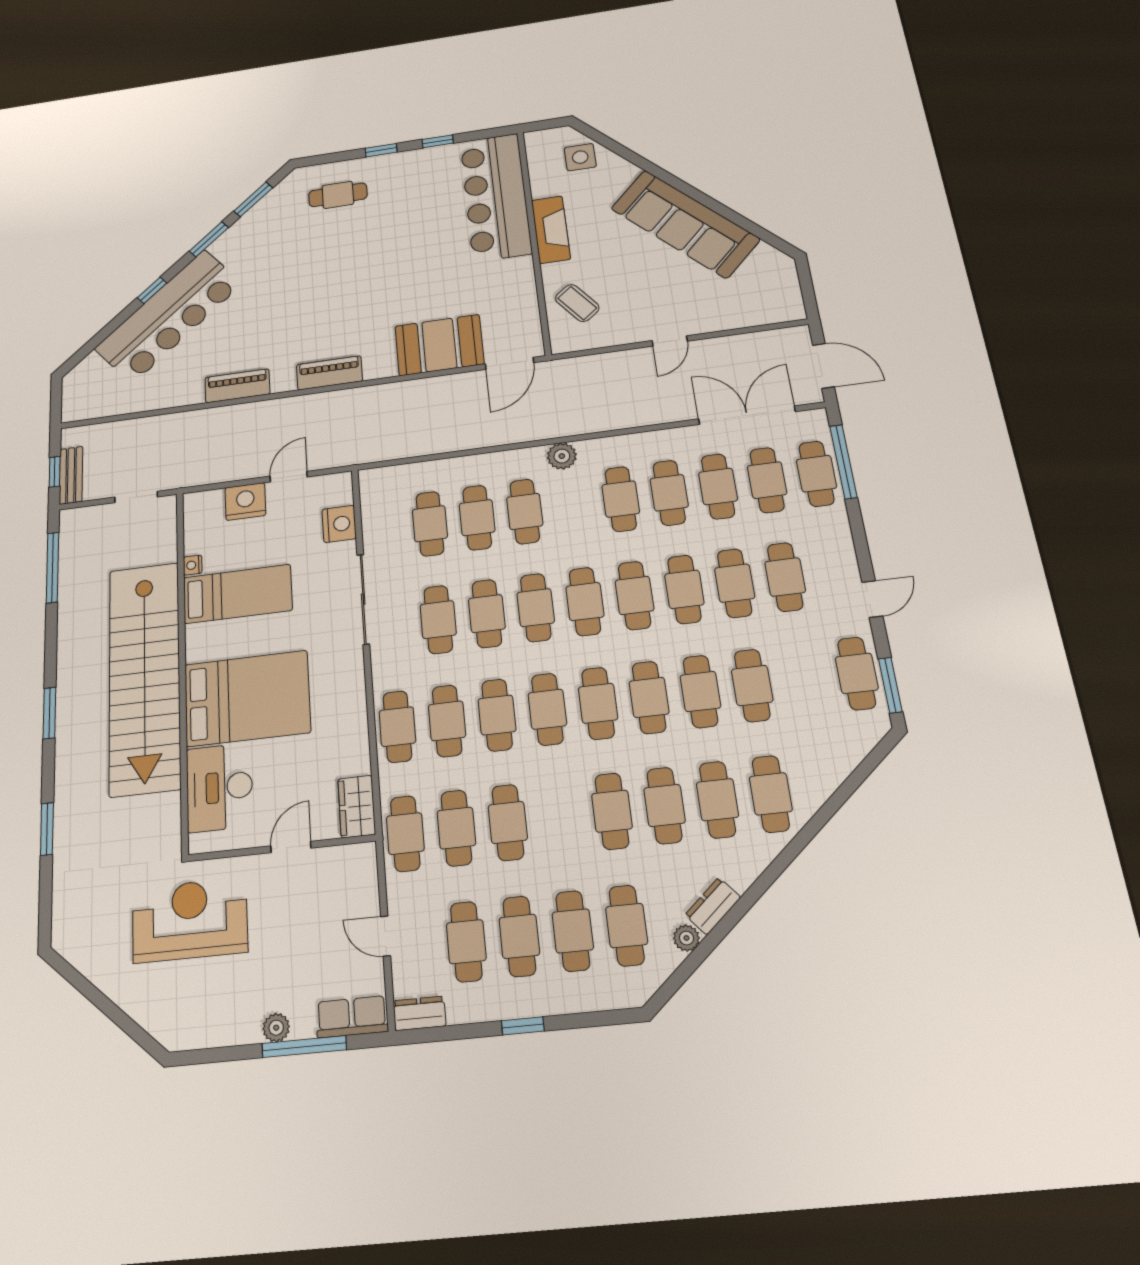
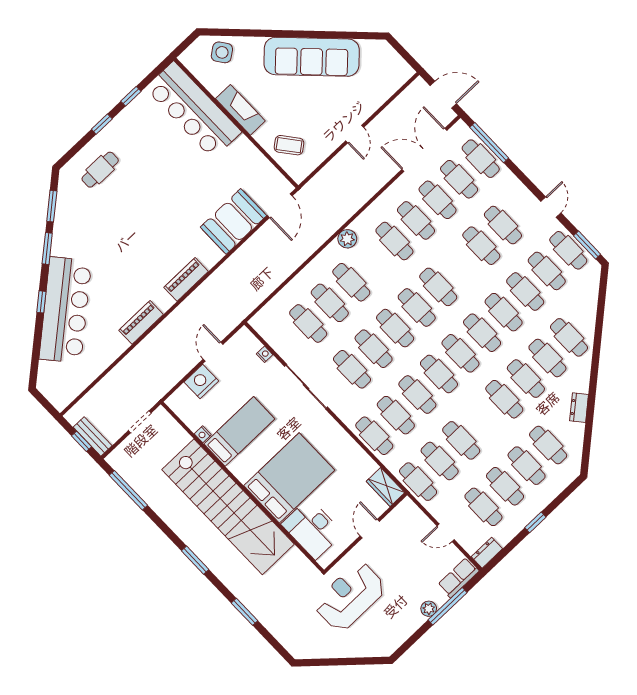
side table: (580, 157) -> (222, 52), turned -36
nightstand: (339, 524) -> (265, 354), width x0.53, depth x0.56
cafe table: (684, 589) -> (547, 271), moved
plant: (686, 938) -> (578, 430), removed

